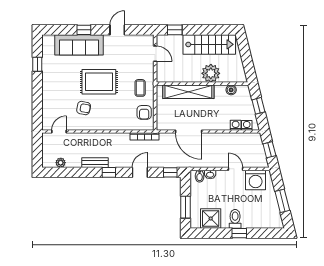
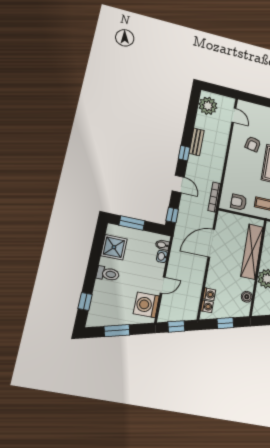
plant: (61, 163) -> (208, 106), width x1.88, depth x1.88
window: (239, 233) -> (85, 301), moved

